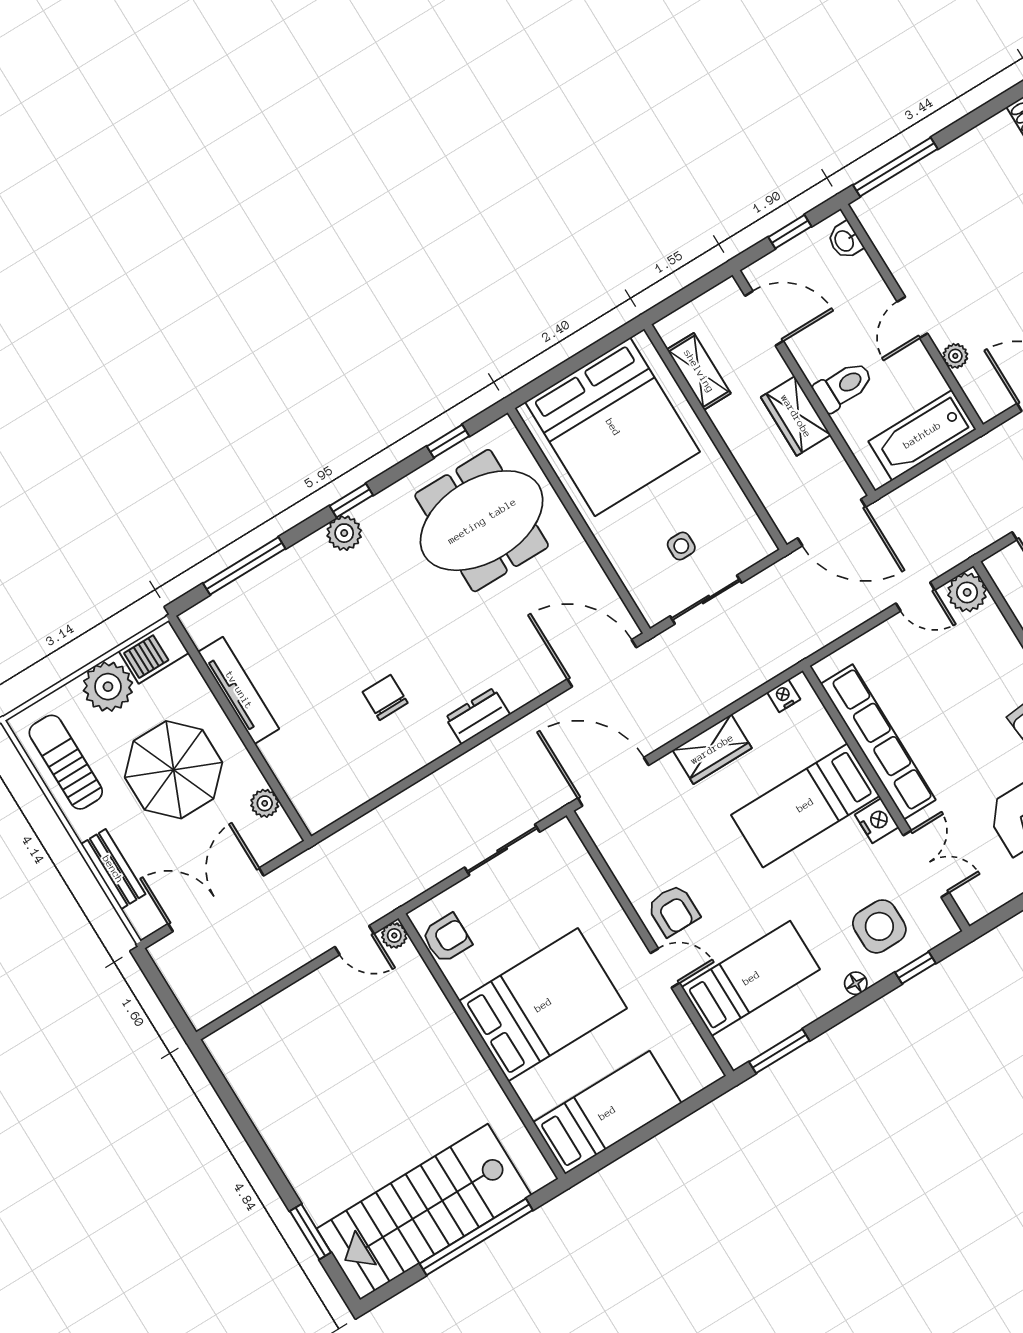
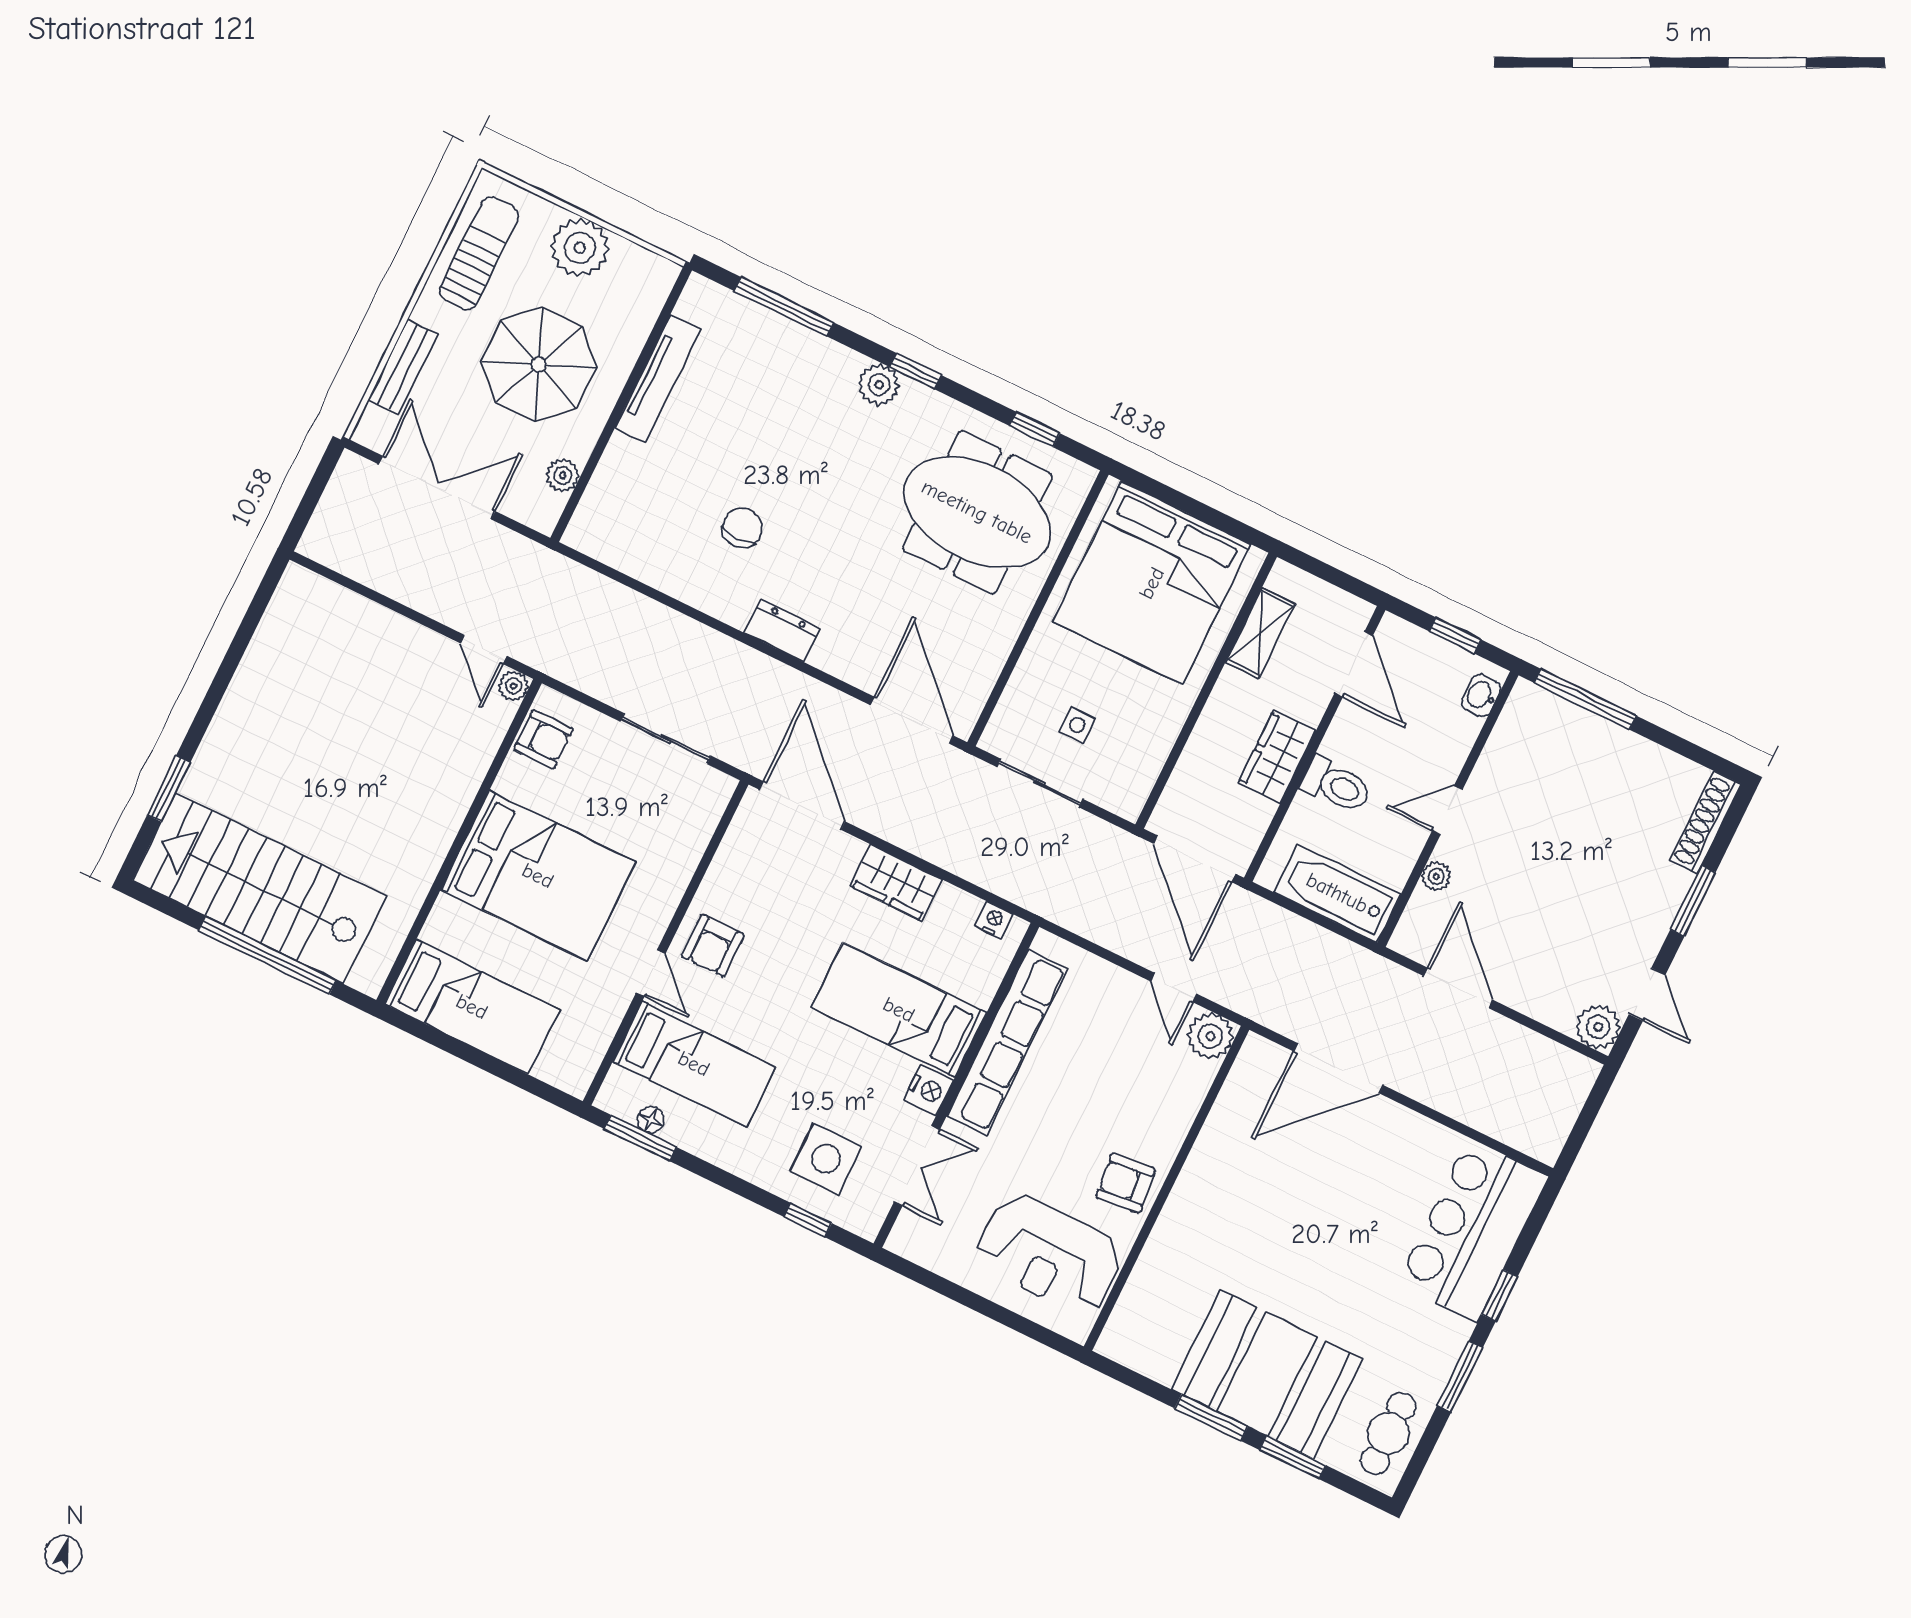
barbecue: (154, 652) -> (643, 271), removed
floor lamp: (856, 983) -> (651, 1120), moved

